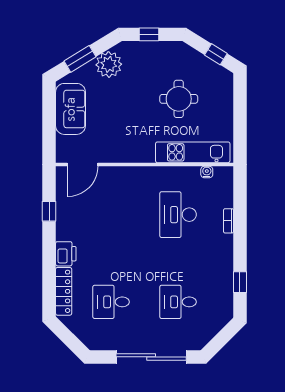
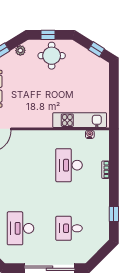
plant: (109, 64) -> (20, 50), width x0.53, depth x0.53
round table: (179, 99) -> (52, 56), moved
desk: (111, 302) -> (21, 228), width x1.37

